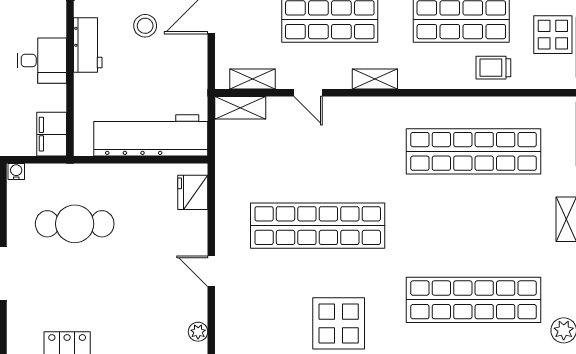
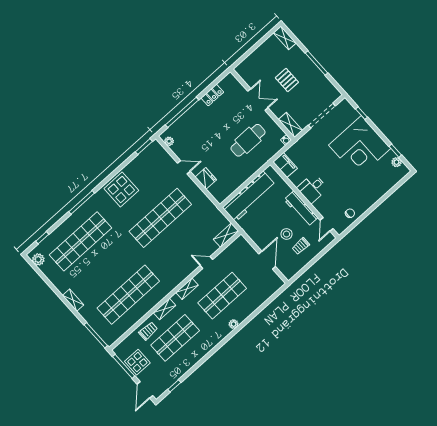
workbench: (88, 45) -> (301, 209), width x1.38
shelving: (252, 79) -> (165, 309), moved
fridge: (193, 192) -> (206, 178), moved

